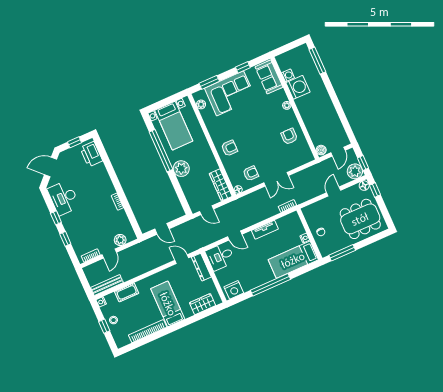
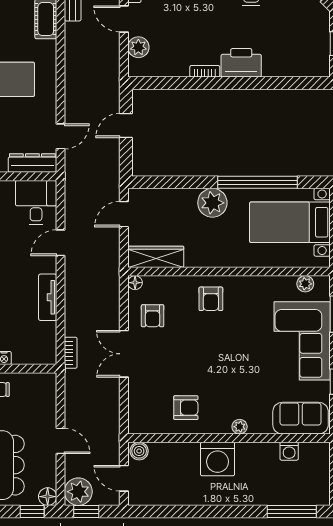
washing machine: (298, 87) -> (218, 459), moved
printer: (91, 154) -> (241, 63), moved

